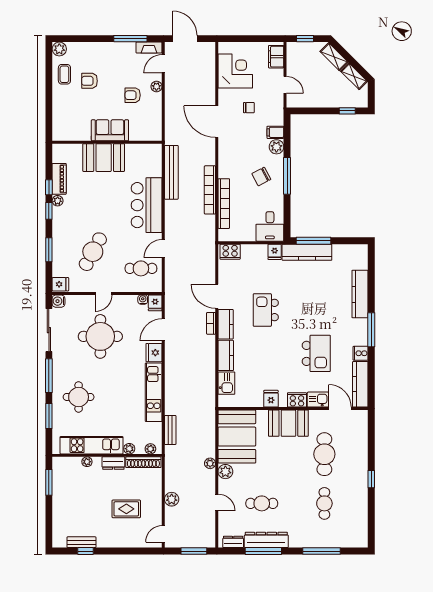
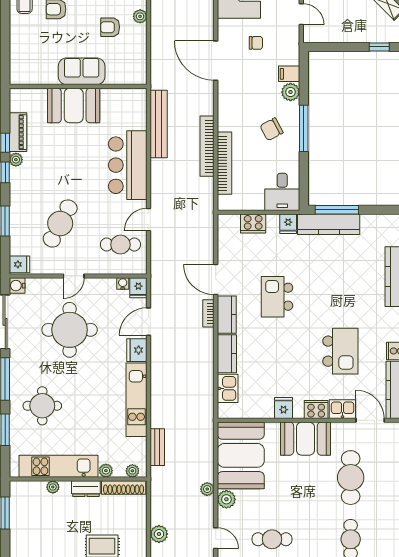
cooker: (230, 252) -> (253, 224), moved

